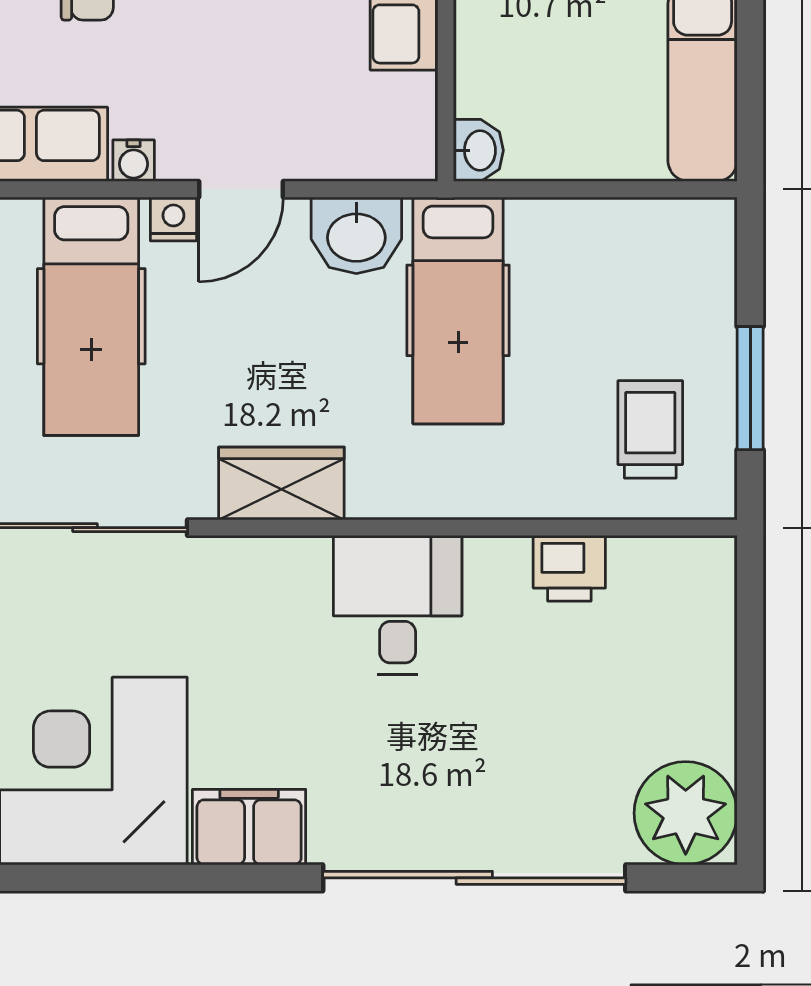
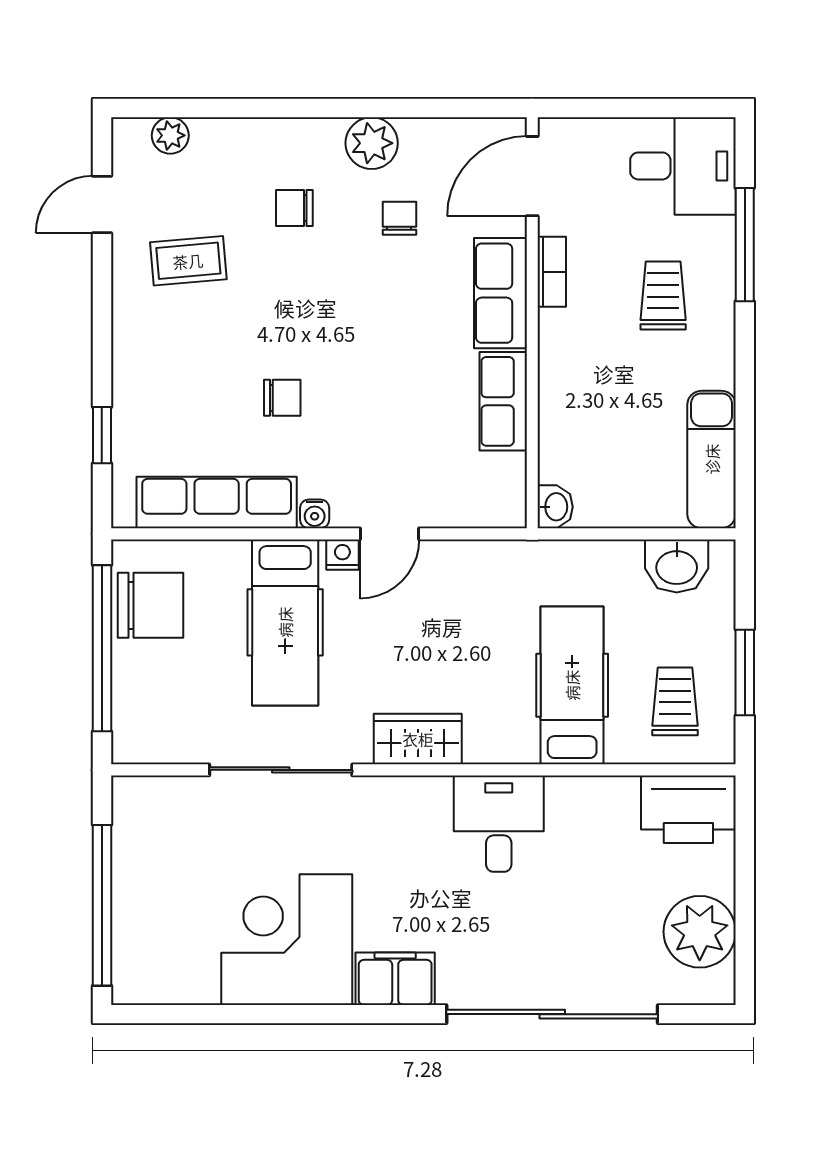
washbasin: (356, 235) -> (677, 566), moved
hospital bed: (458, 310) -> (572, 685), moved, turned 180
printer: (569, 568) -> (688, 809), moved, width x1.87, depth x1.48
plant: (686, 813) -> (700, 932), moved

